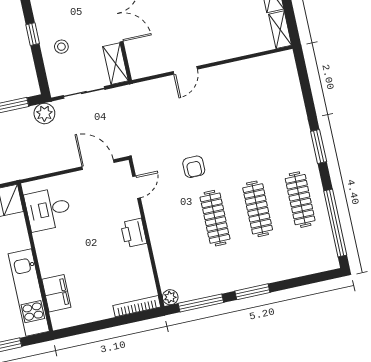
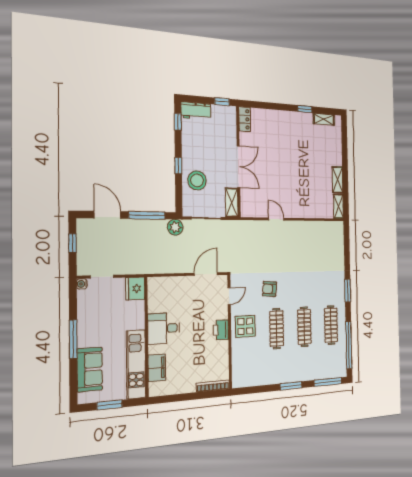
stool: (61, 47) -> (197, 180), width x1.89, depth x1.89
door: (185, 70) -> (276, 219), swing flipped
door: (98, 165) -> (206, 274), hinge flipped
armchair: (194, 167) -> (270, 289), turned 95
desk: (48, 209) -> (164, 328), moved
display table: (168, 223) -> (245, 326), added
plant: (170, 297) -> (237, 382), removed
window: (201, 303) -> (328, 382), moved

